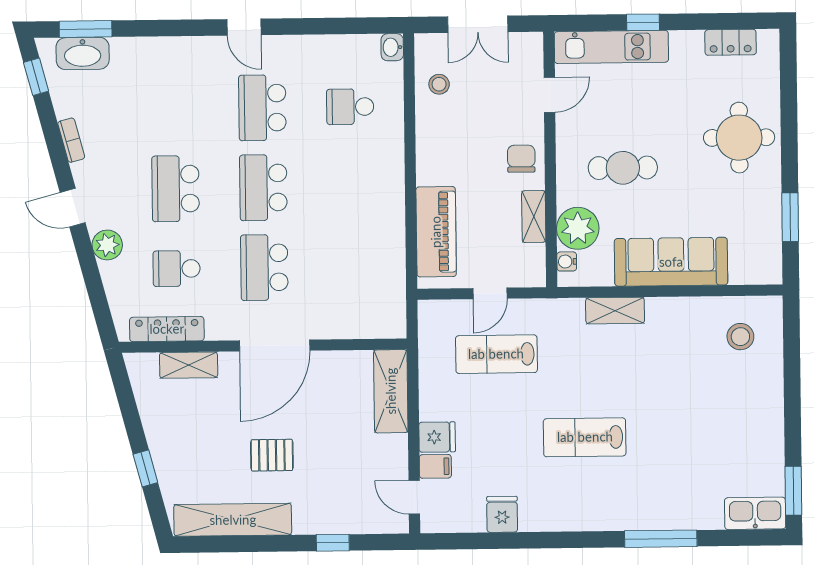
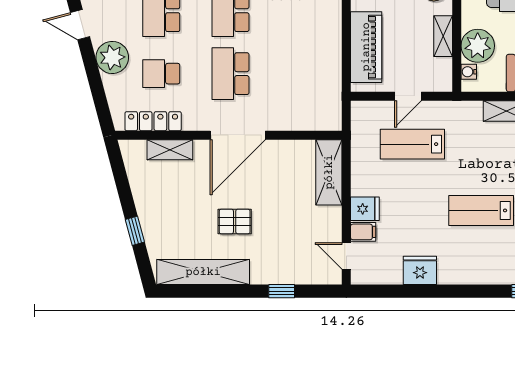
plant: (107, 245) -> (112, 57), width x1.36, depth x1.36
fridge: (502, 514) -> (420, 270), width x1.38

